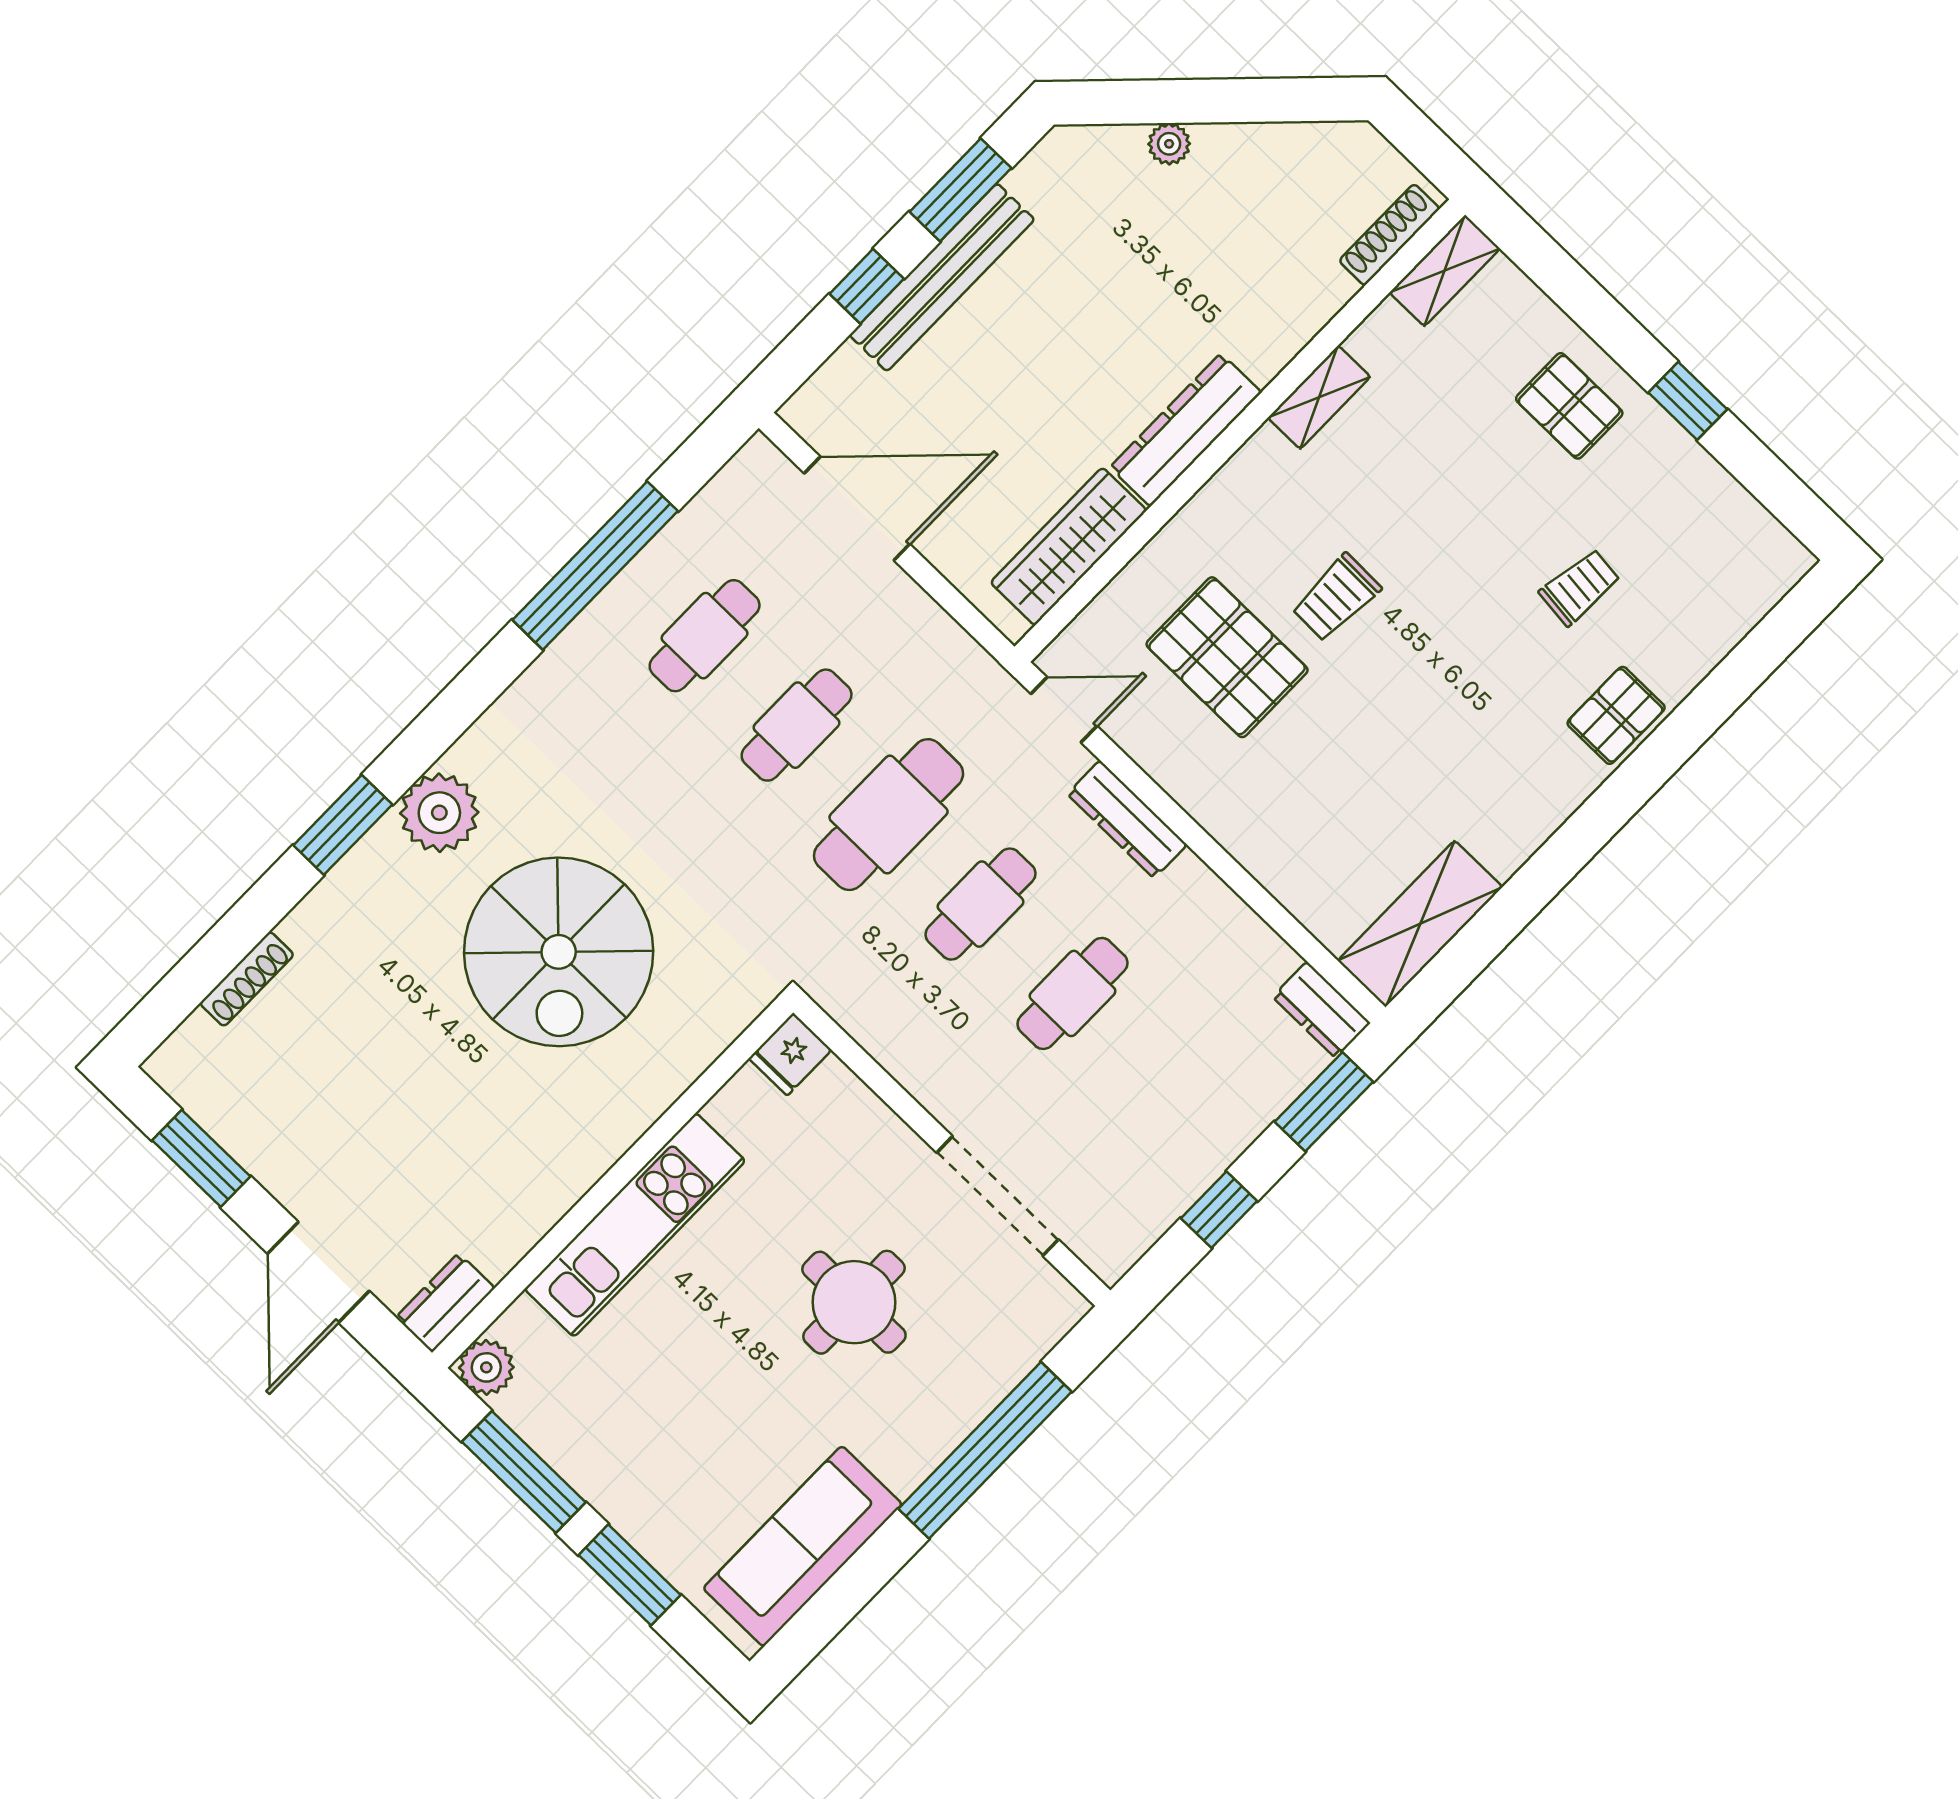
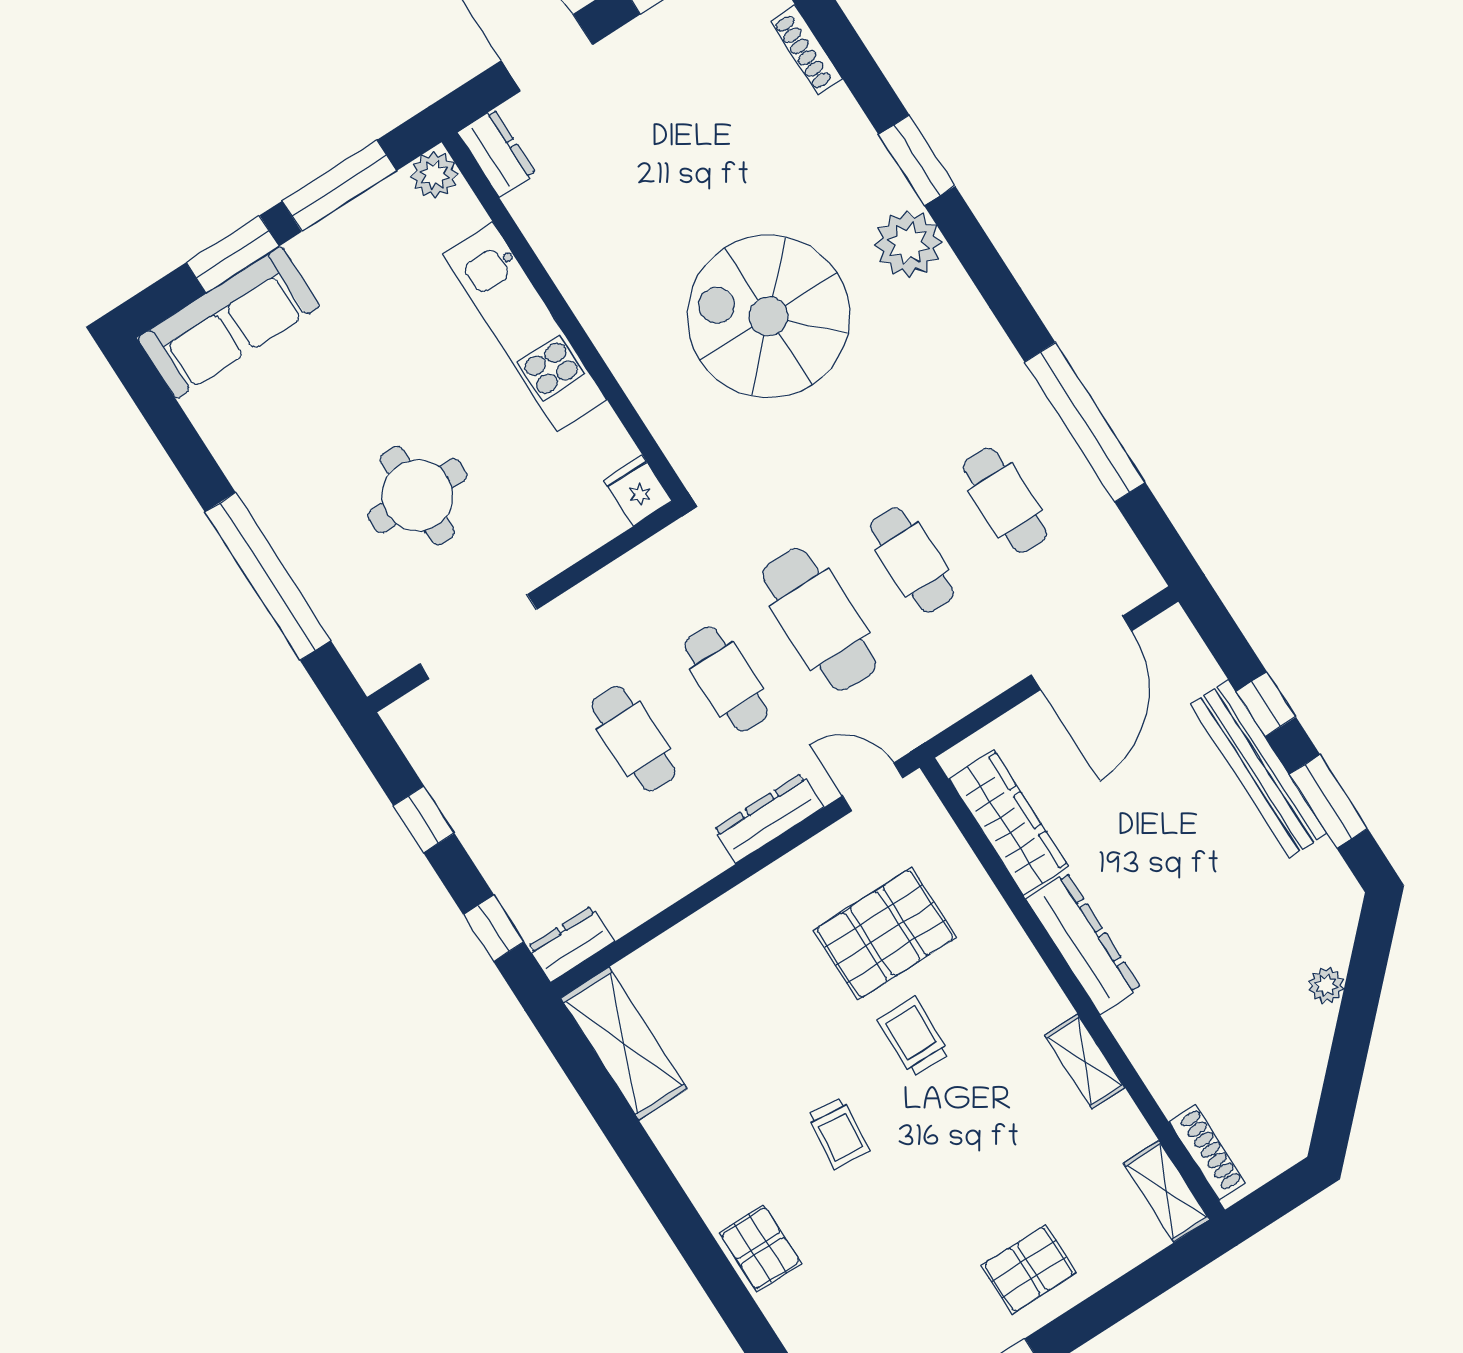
trolley: (1580, 587) -> (839, 1133), moved
door: (1064, 710) -> (873, 787), swing flipped
window: (1324, 1102) -> (494, 928), width x0.67
sofa: (803, 1546) -> (229, 322), moved, turned 90

